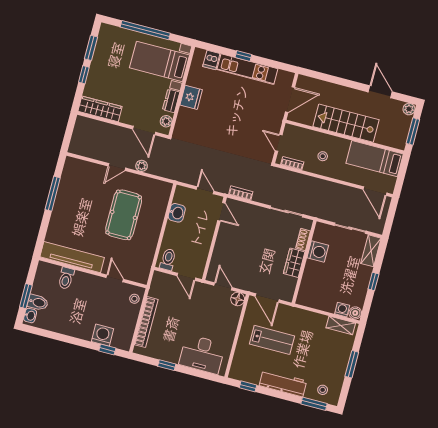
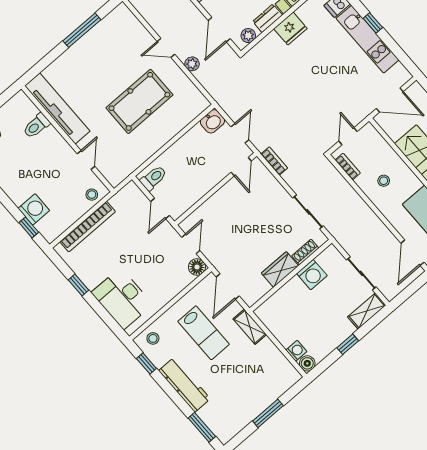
washbasin: (177, 213) -> (212, 121), moved
shelving: (341, 325) -> (250, 327), moved
stool: (323, 390) -> (153, 338), moved

